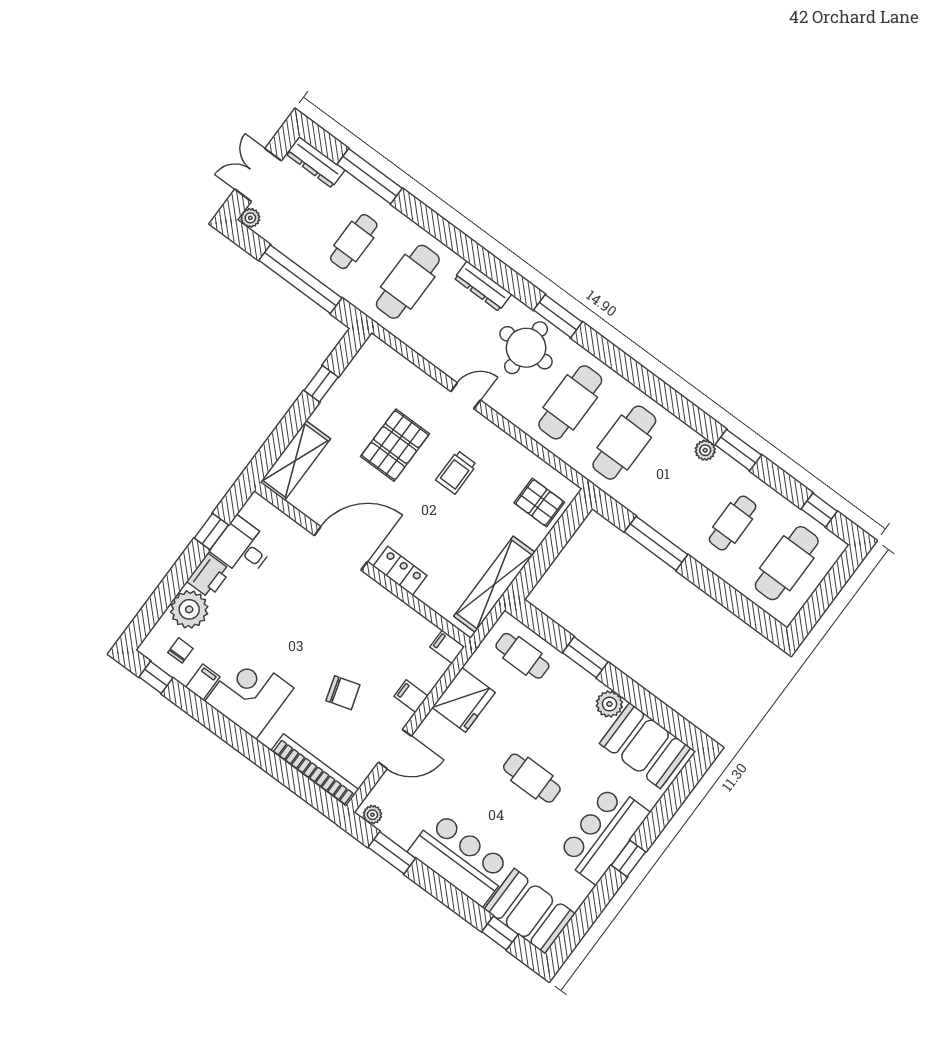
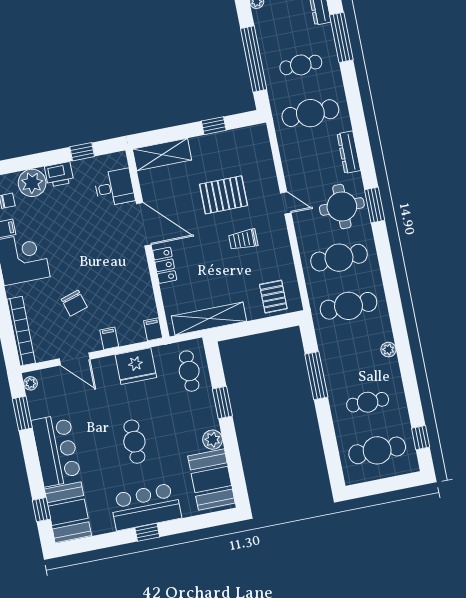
window: (738, 450) -> (406, 365), removed
desk: (243, 548) -> (114, 188), moved, turned 90

